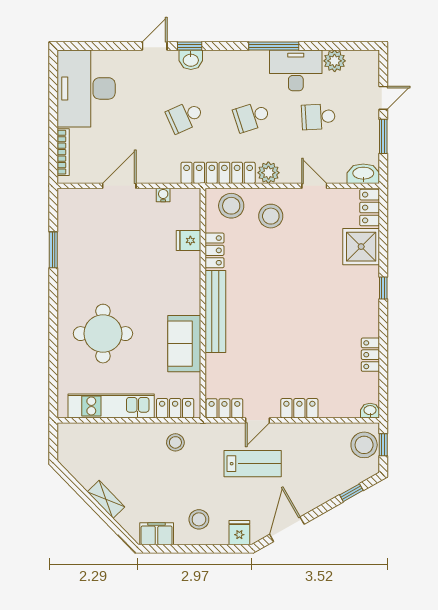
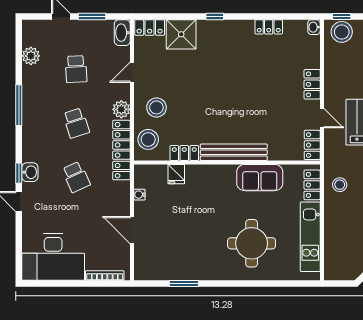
desk: (296, 70) -> (39, 87), removed

